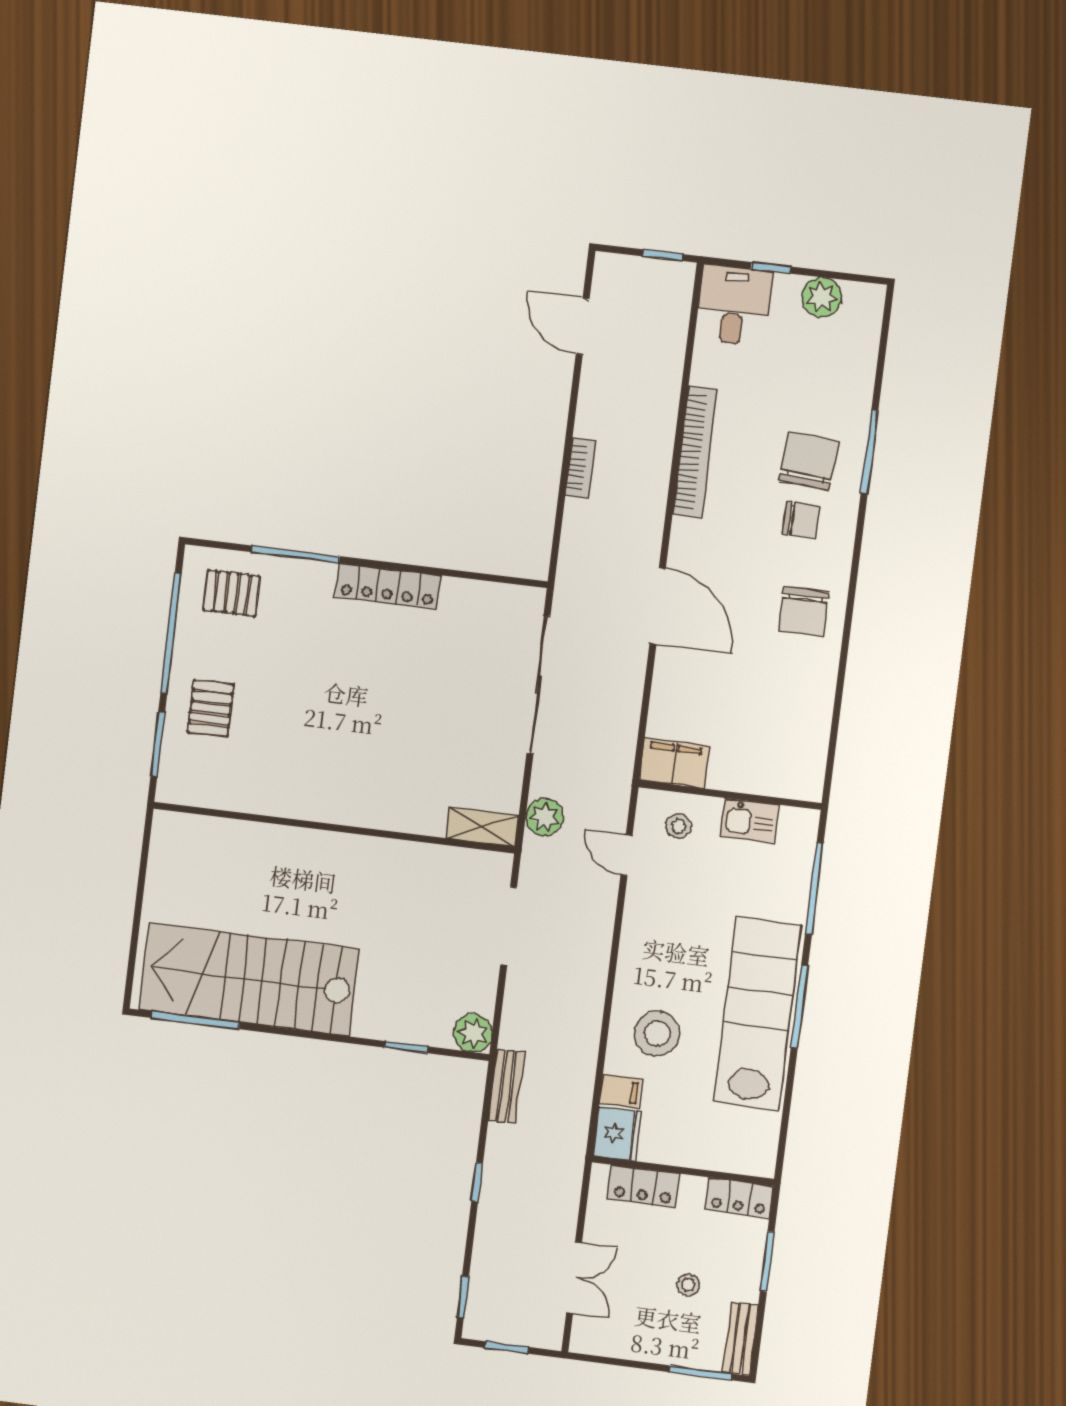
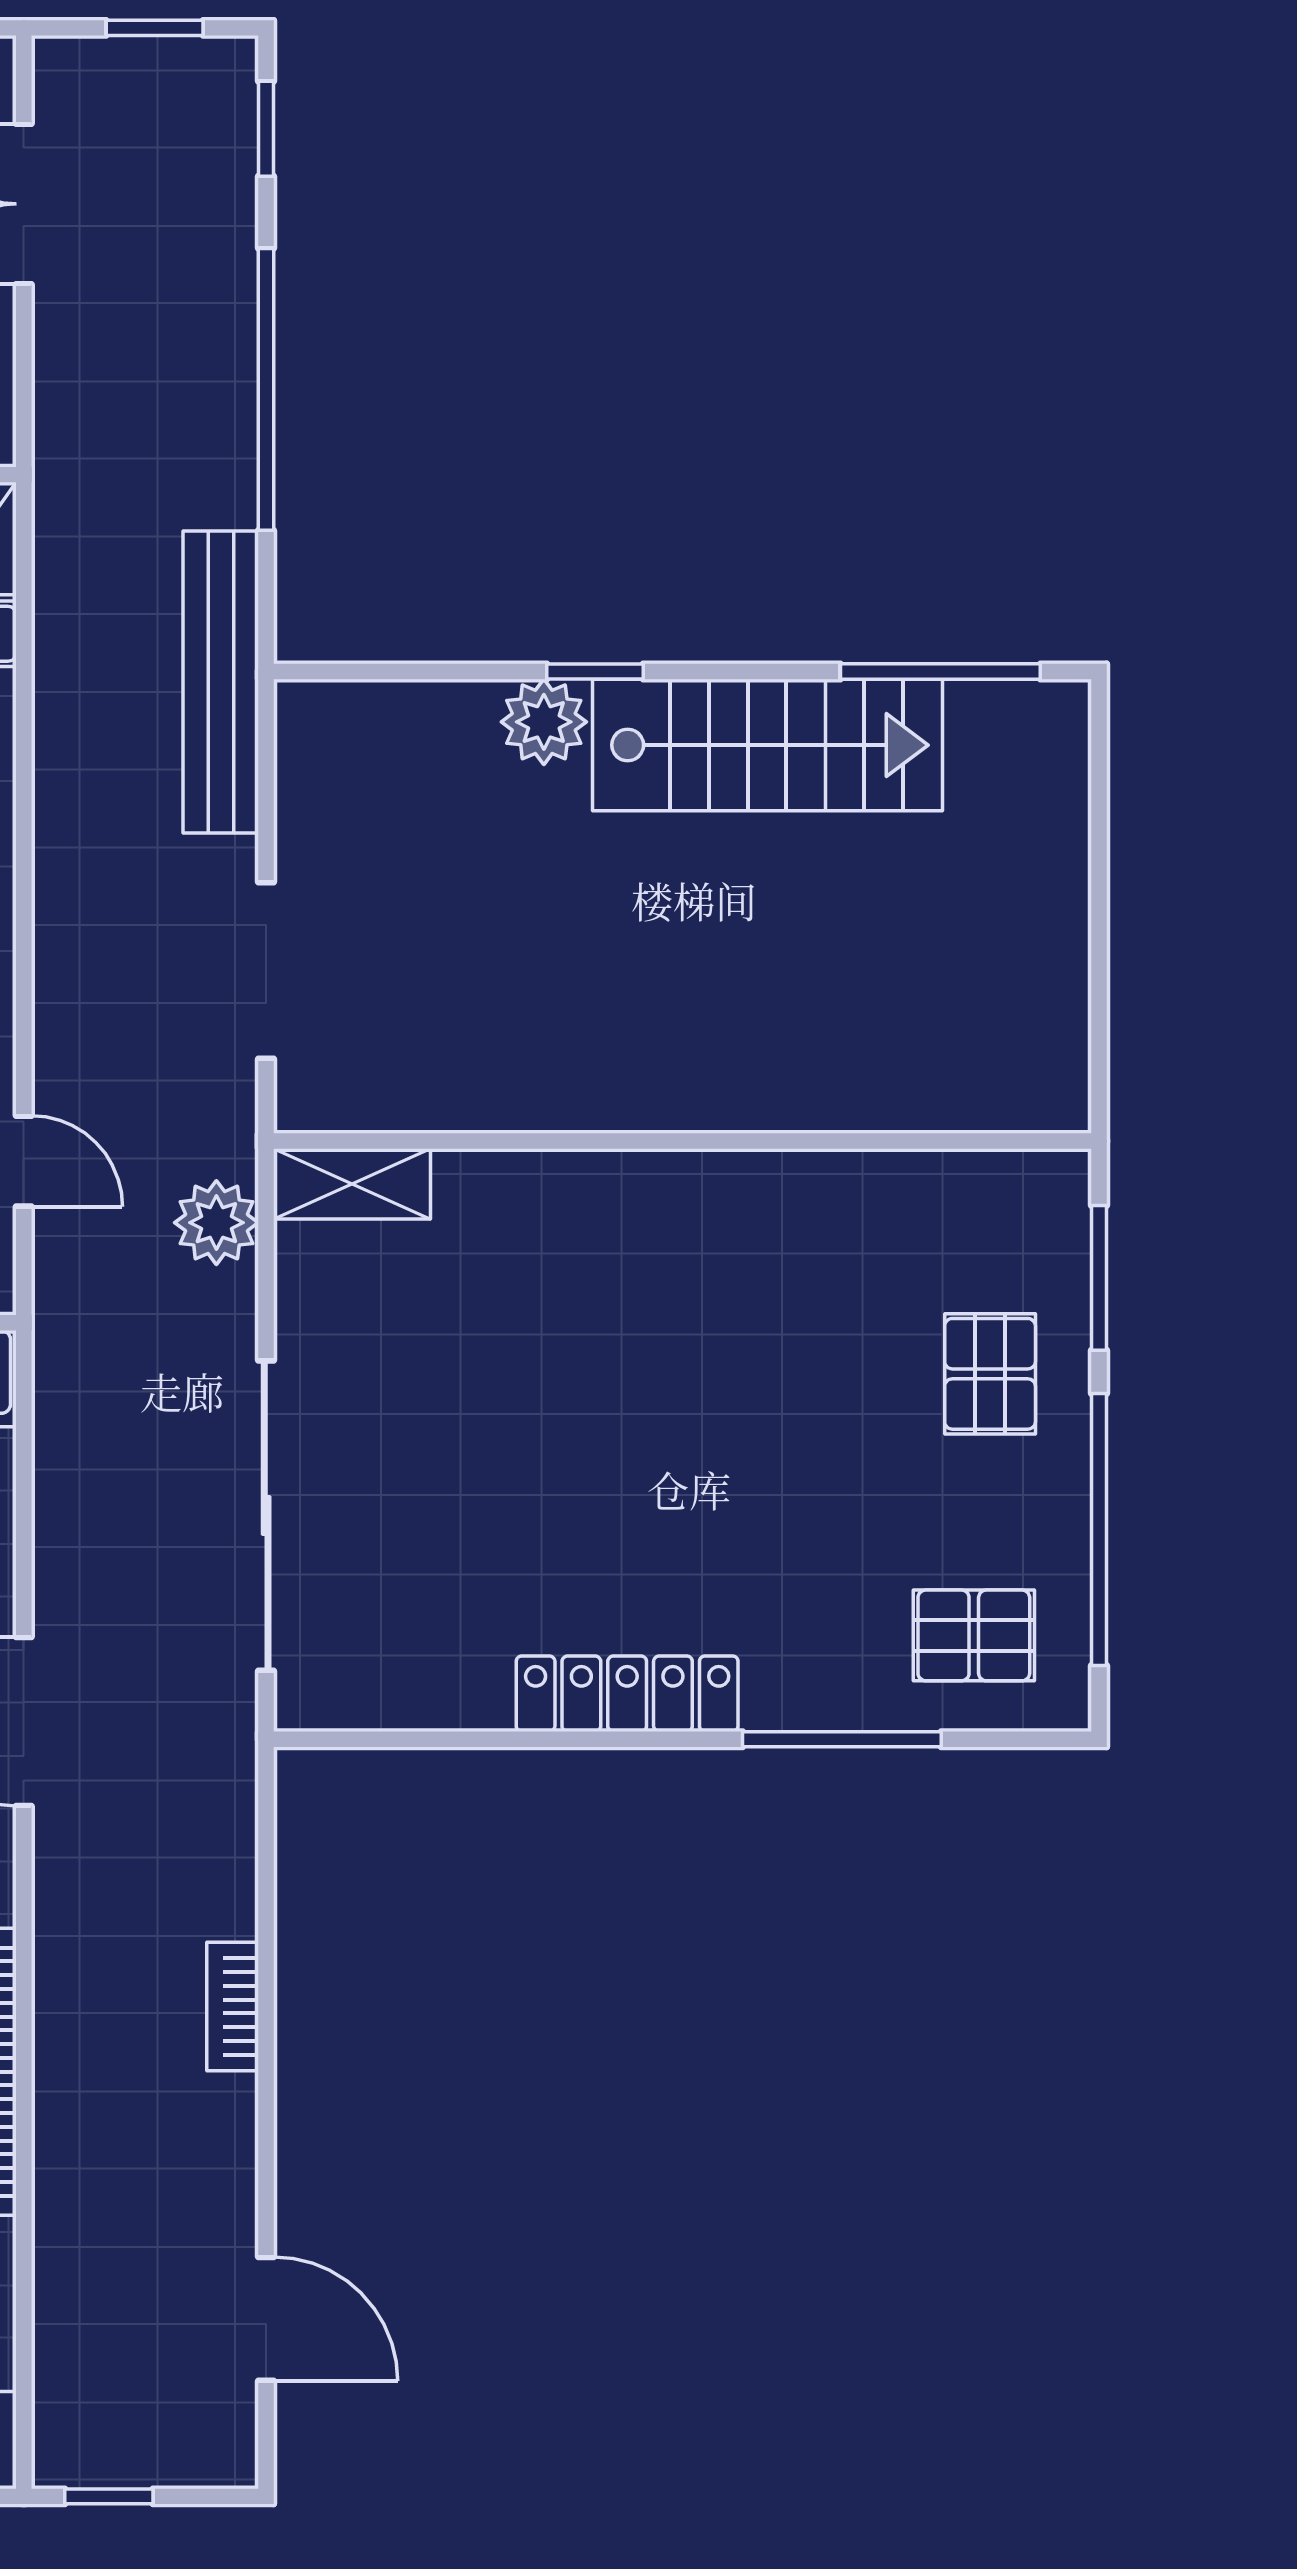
stairs: (249, 979) -> (767, 745), width x0.73, depth x0.66
plant: (473, 1033) -> (544, 722), moved
window: (406, 1047) -> (595, 672), moved
bench: (506, 1086) -> (221, 682), width x1.86, depth x1.21
window: (477, 1182) -> (266, 389), width x3.17

